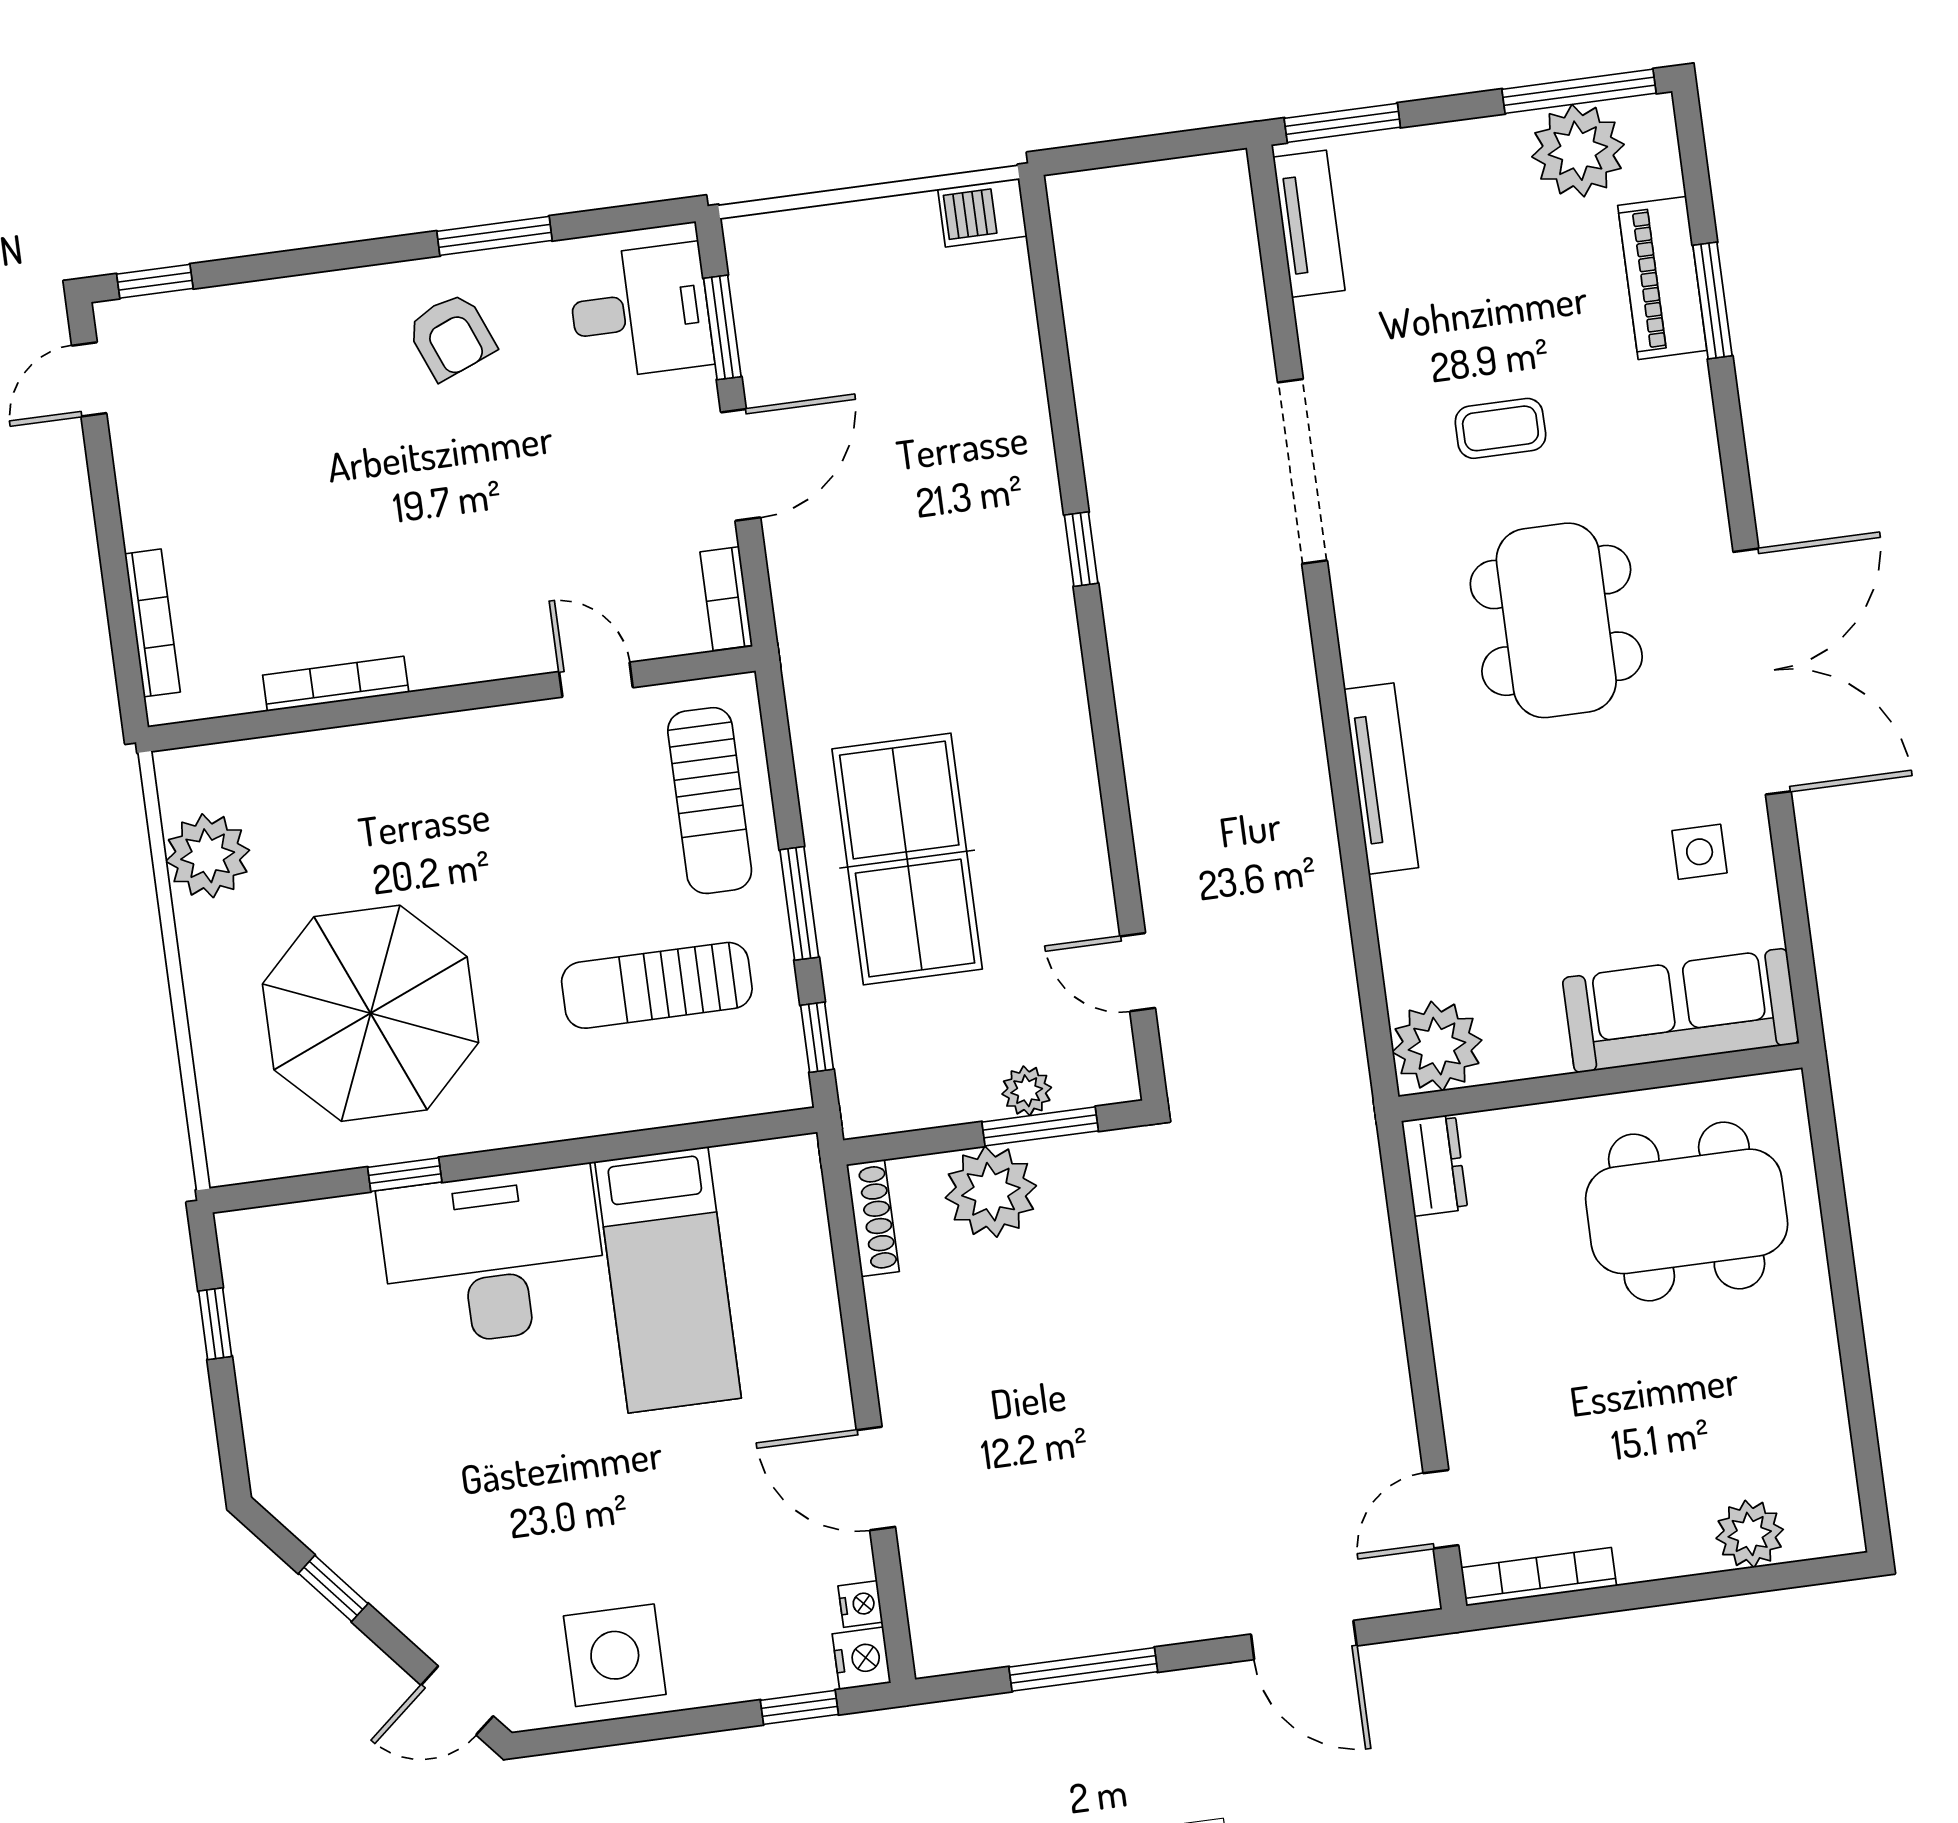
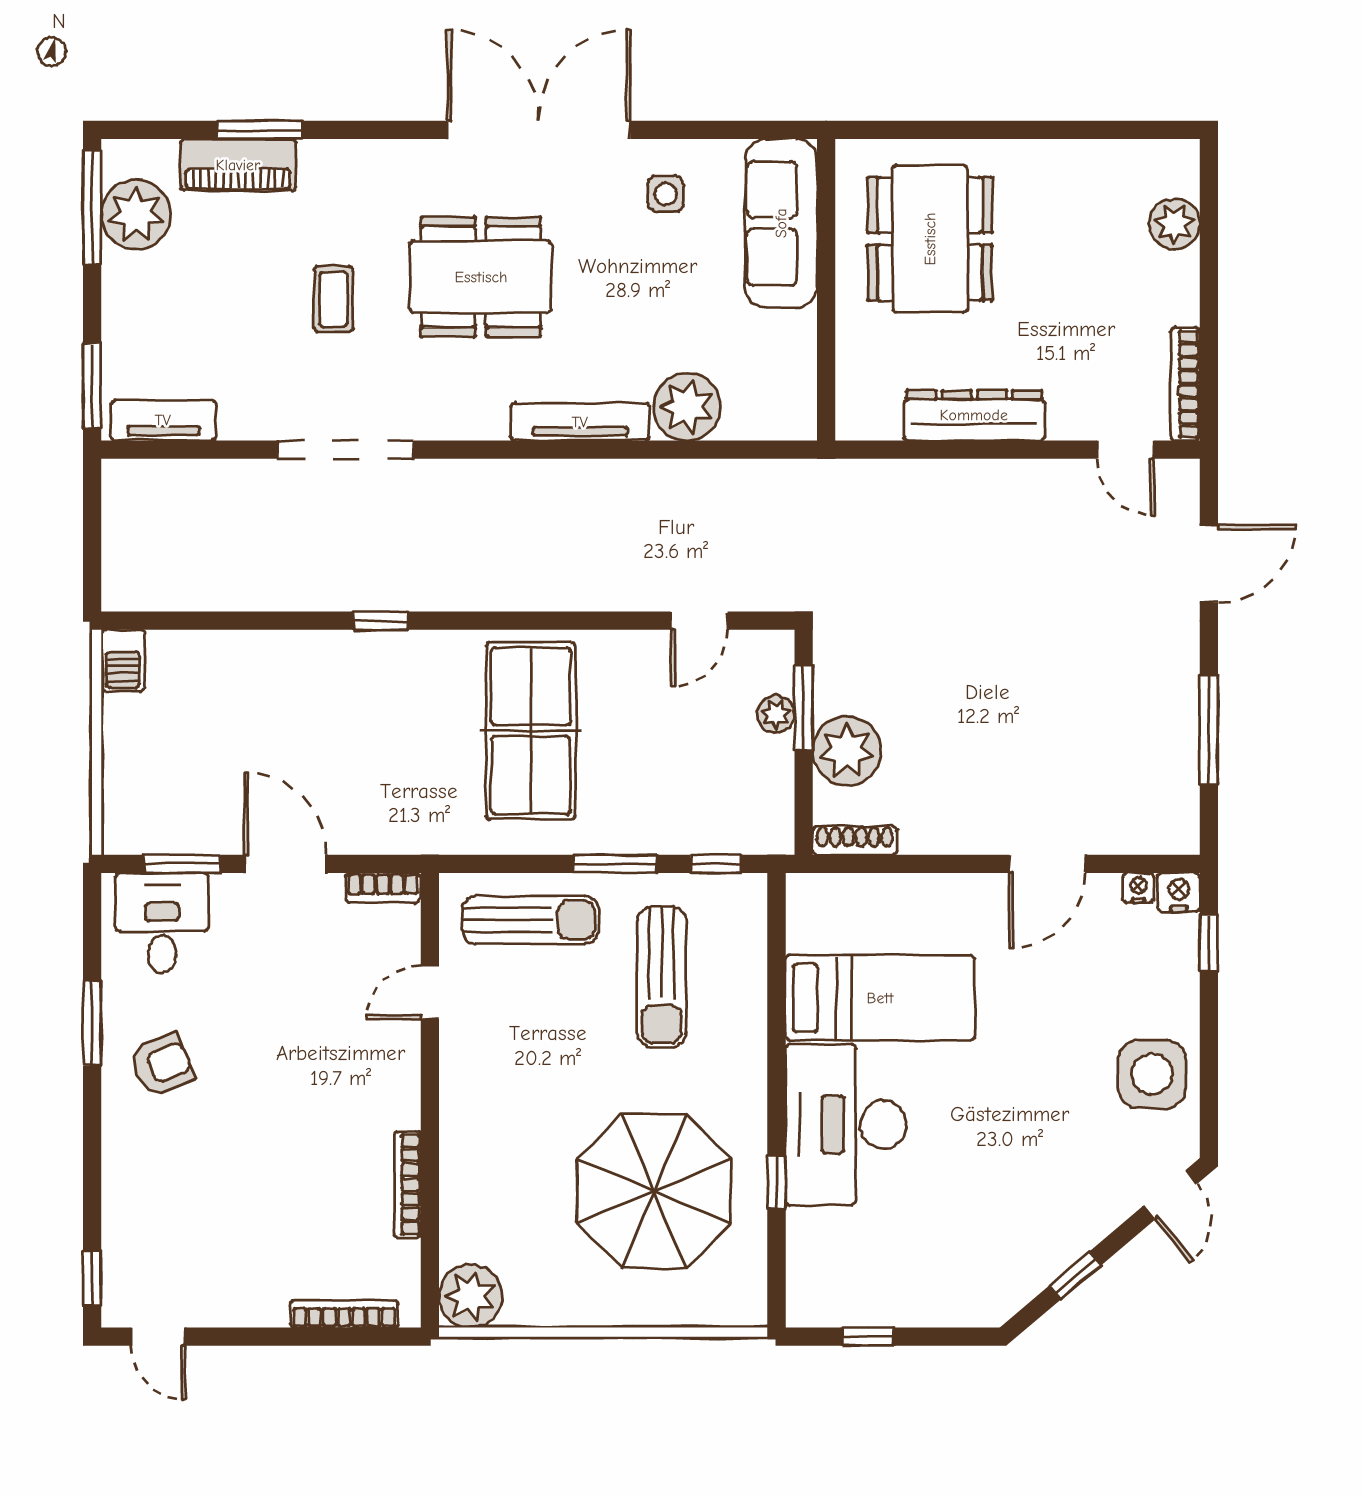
plant: (208, 856) -> (470, 1296), moved
table tennis table: (907, 859) -> (531, 731), moved, turned 90
plant: (1437, 1046) -> (687, 407), moved
dresser: (1435, 1165) -> (974, 415), moved, width x1.96, depth x1.24

